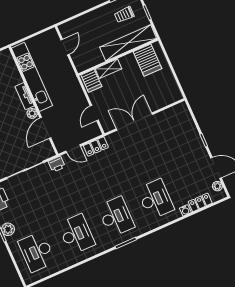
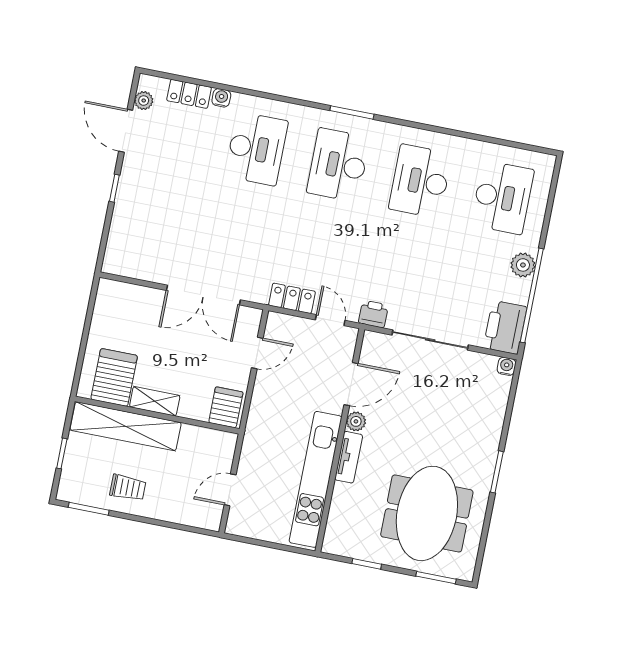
trolley: (124, 15) -> (128, 488), moved
shelving: (108, 69) -> (155, 401), moved
desk: (155, 199) -> (256, 149), turned 180

